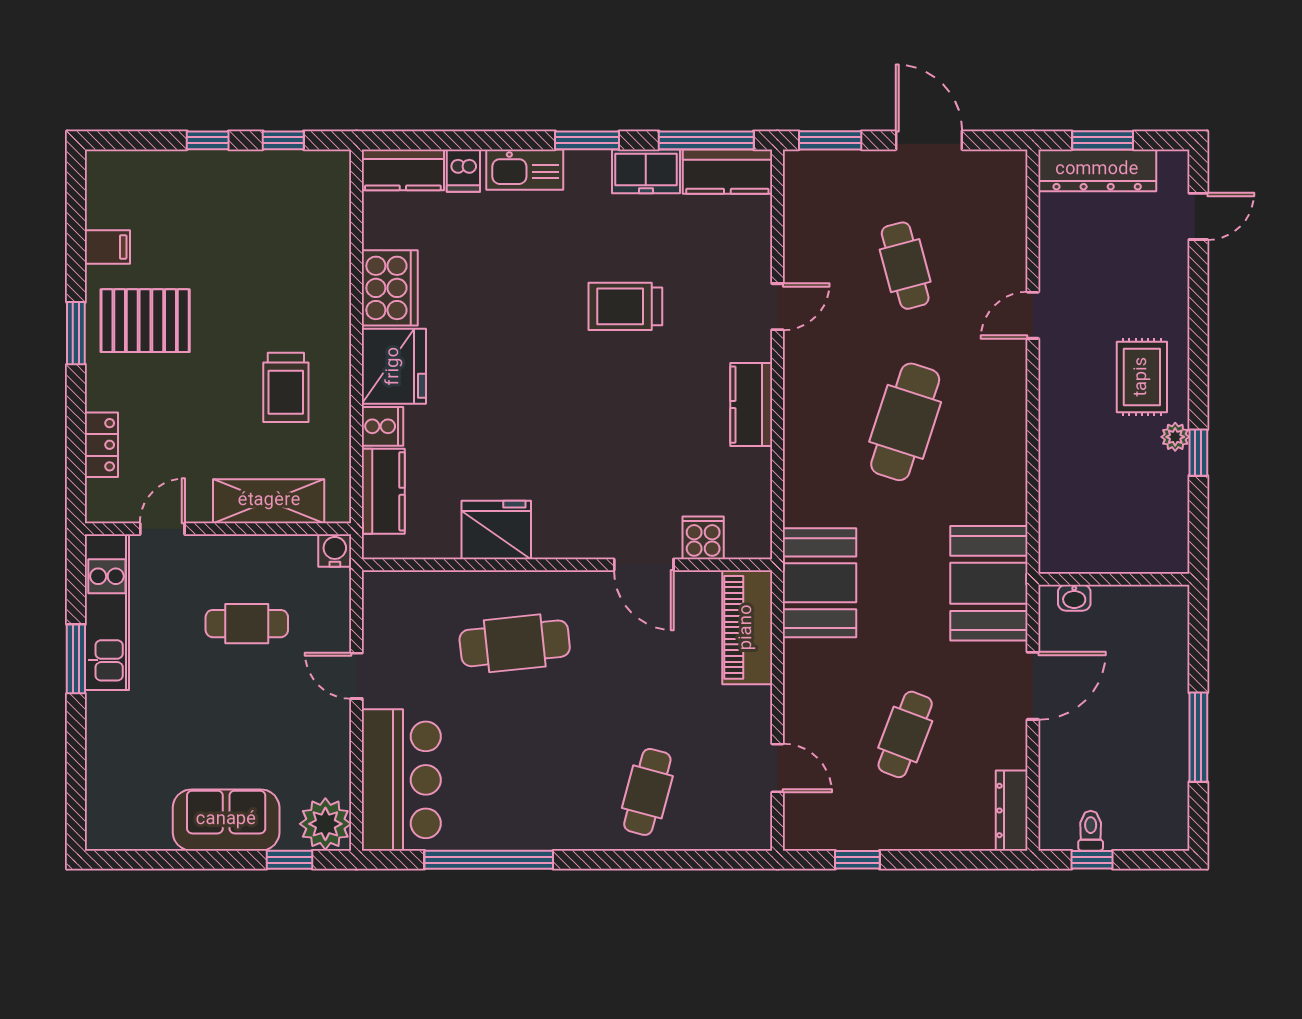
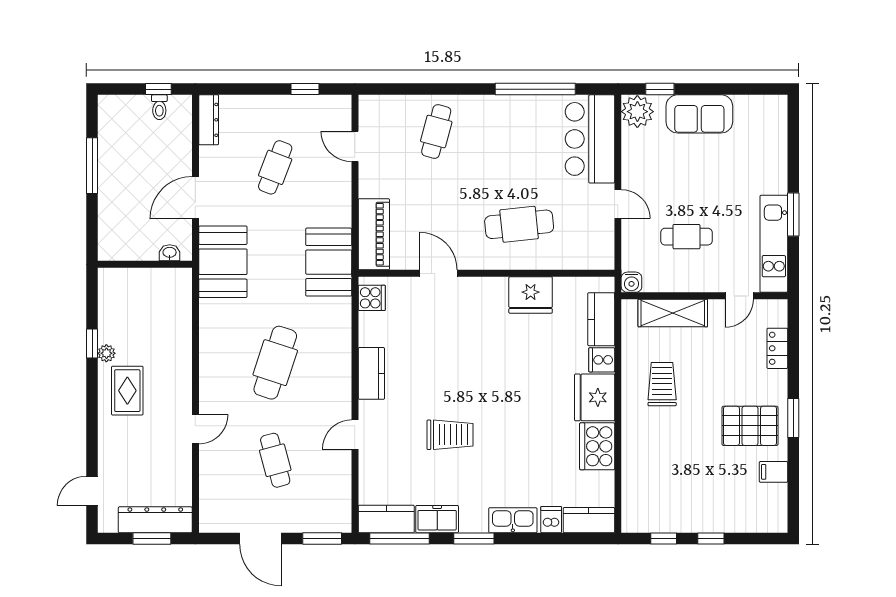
cooker: (703, 538) -> (372, 298), moved, turned -90

